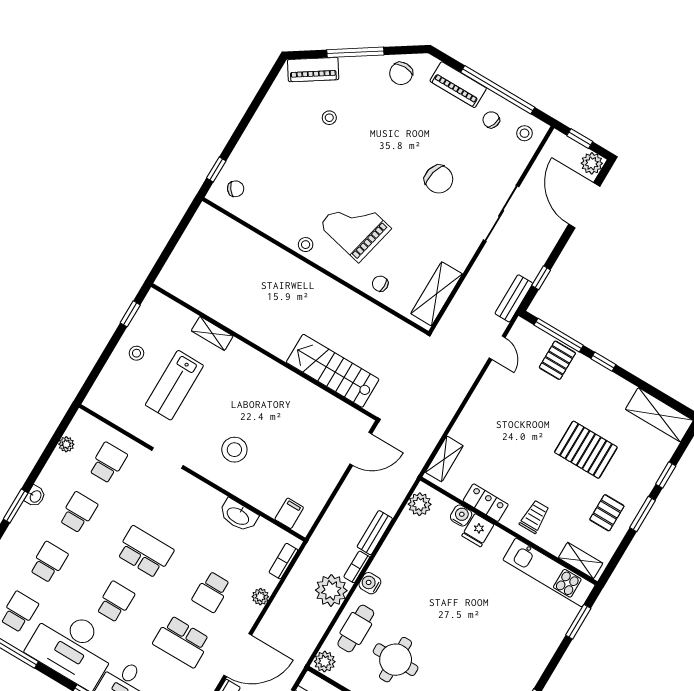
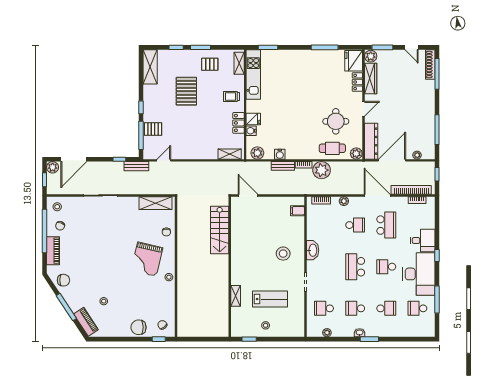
chair: (439, 179) -> (139, 327), moved, turned -104
washbasin: (238, 516) -> (313, 250), moved
school desk: (49, 562) -> (386, 308), turned 180
water cooler: (370, 583) -> (280, 154), moved

